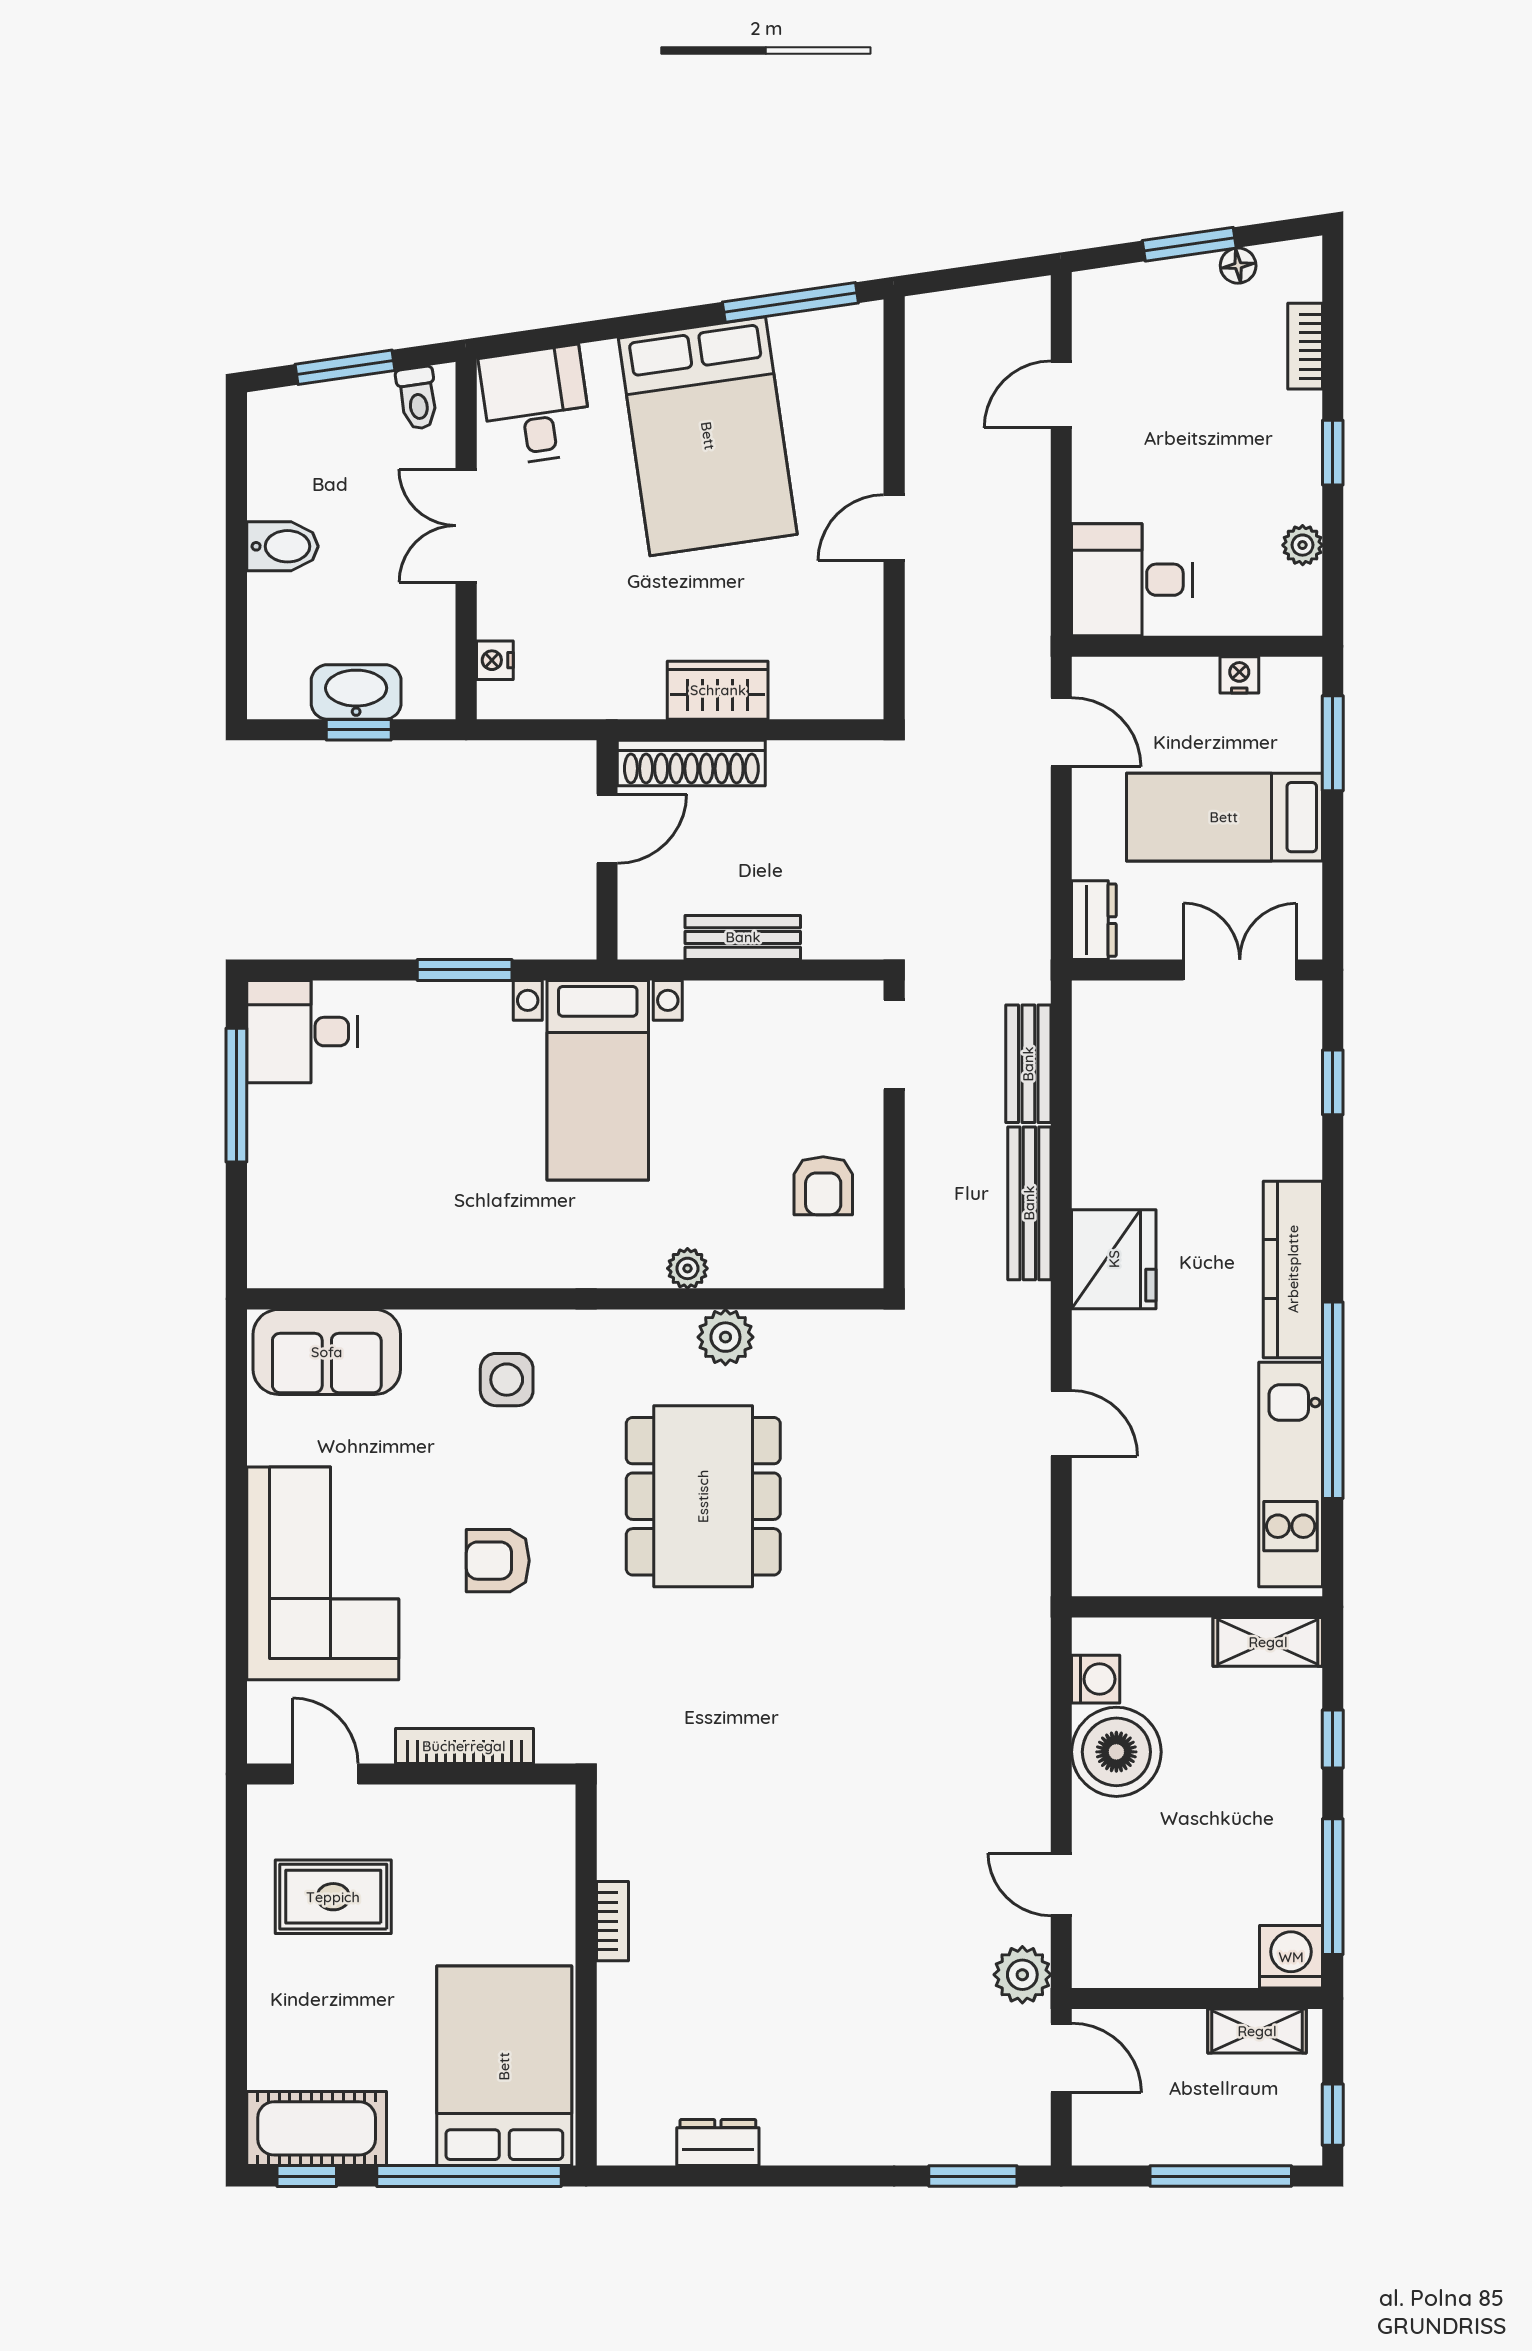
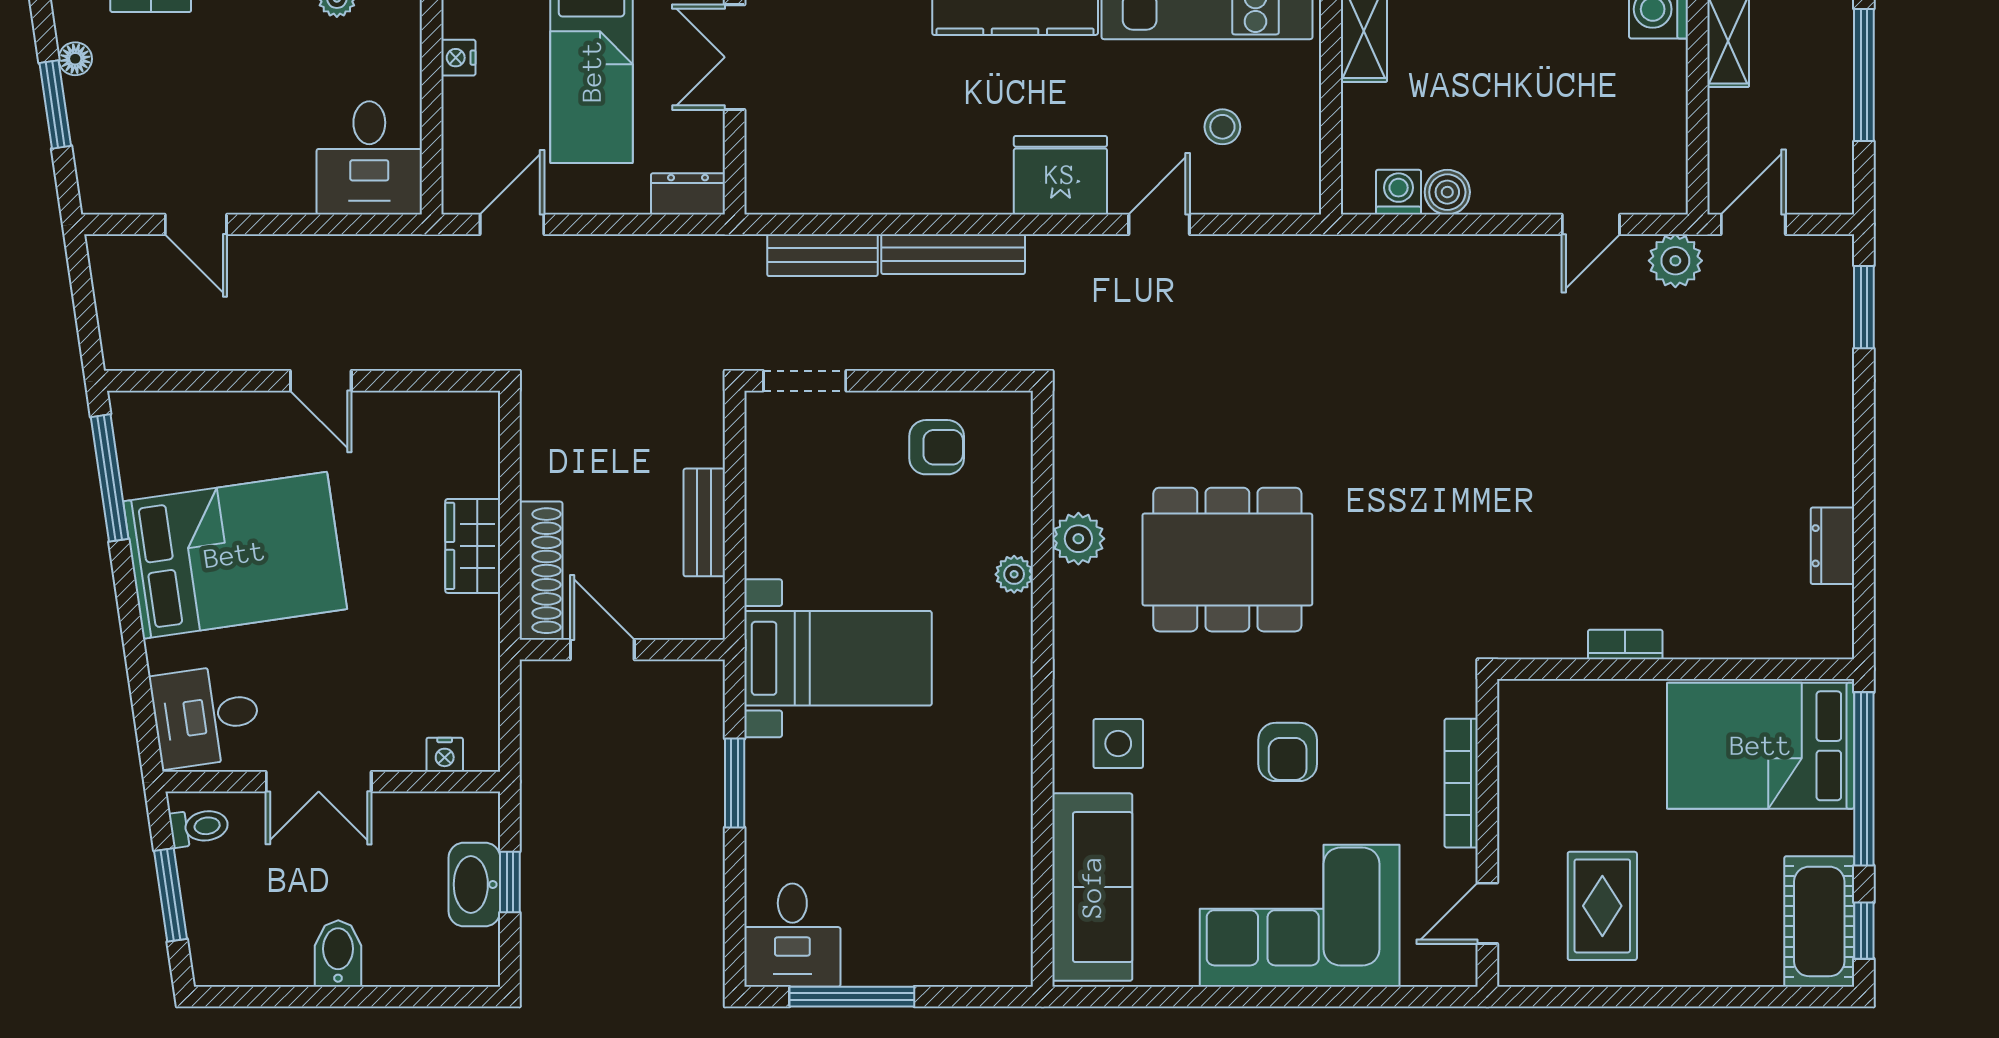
fridge: (1114, 1259) -> (1060, 175), moved
sofa: (327, 1352) -> (1092, 887), width x1.36
stool: (1165, 1491) -> (1222, 127), added
boiler: (1116, 1752) -> (1447, 192), width x0.54, depth x0.54

